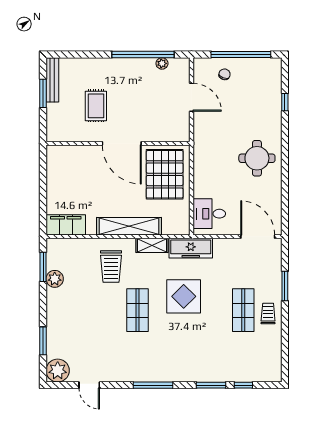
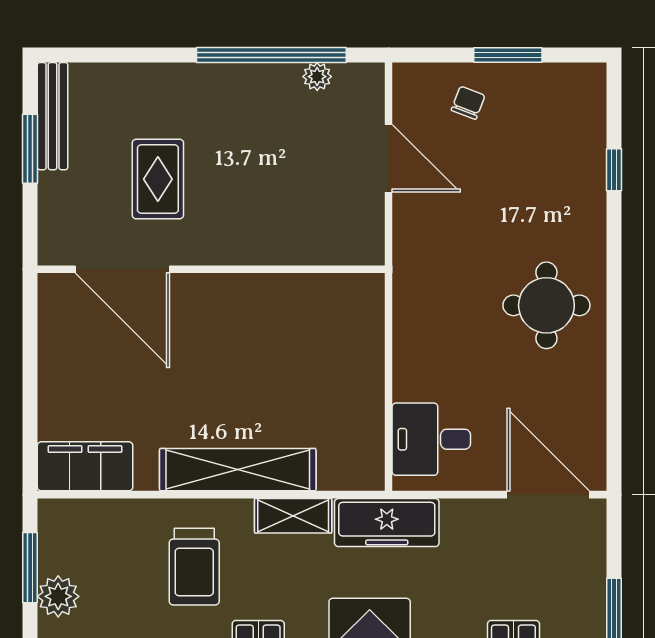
window: (241, 54) -> (508, 55), width x0.47
door: (122, 143) -> (122, 269), moved
pallet: (165, 174) -> (324, 344), removed

